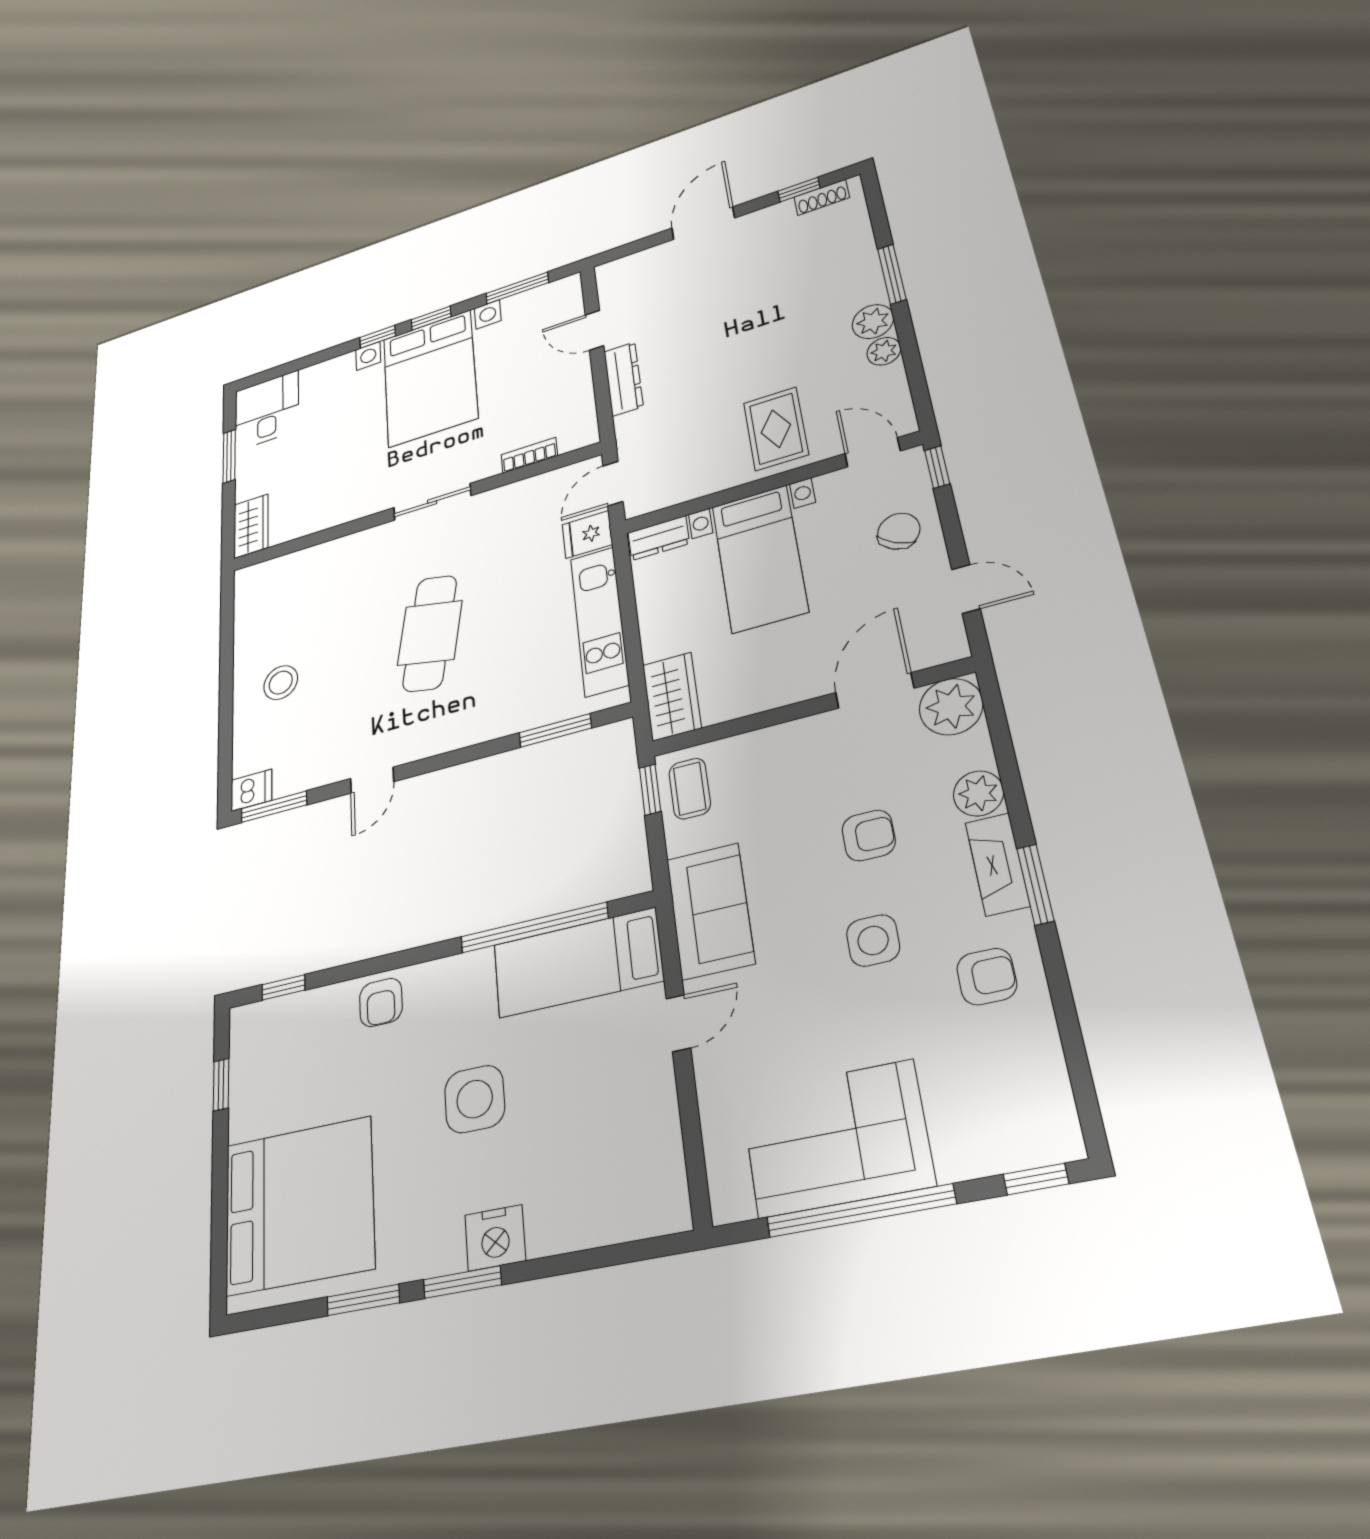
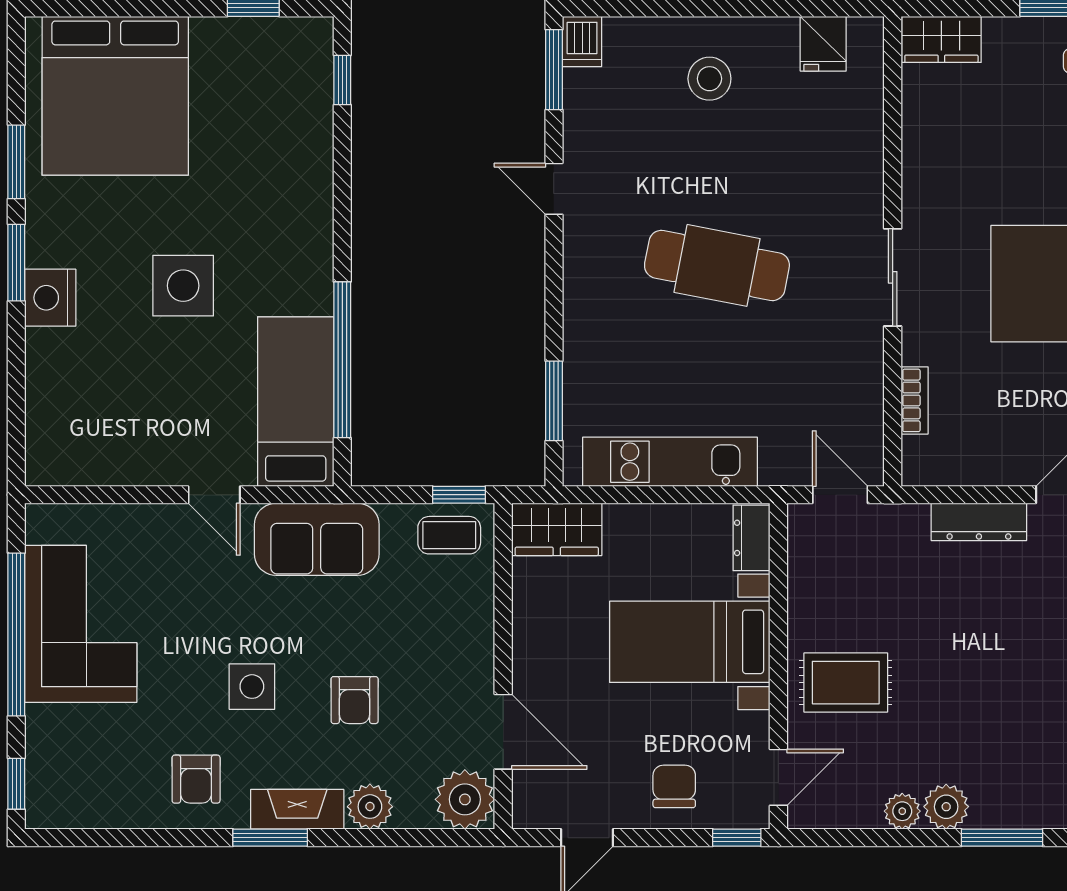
chair: (899, 531) -> (674, 786), turned -118
fridge: (587, 534) -> (823, 44), moved, turned 180
armchair: (381, 1002) -> (302, 190), removed

